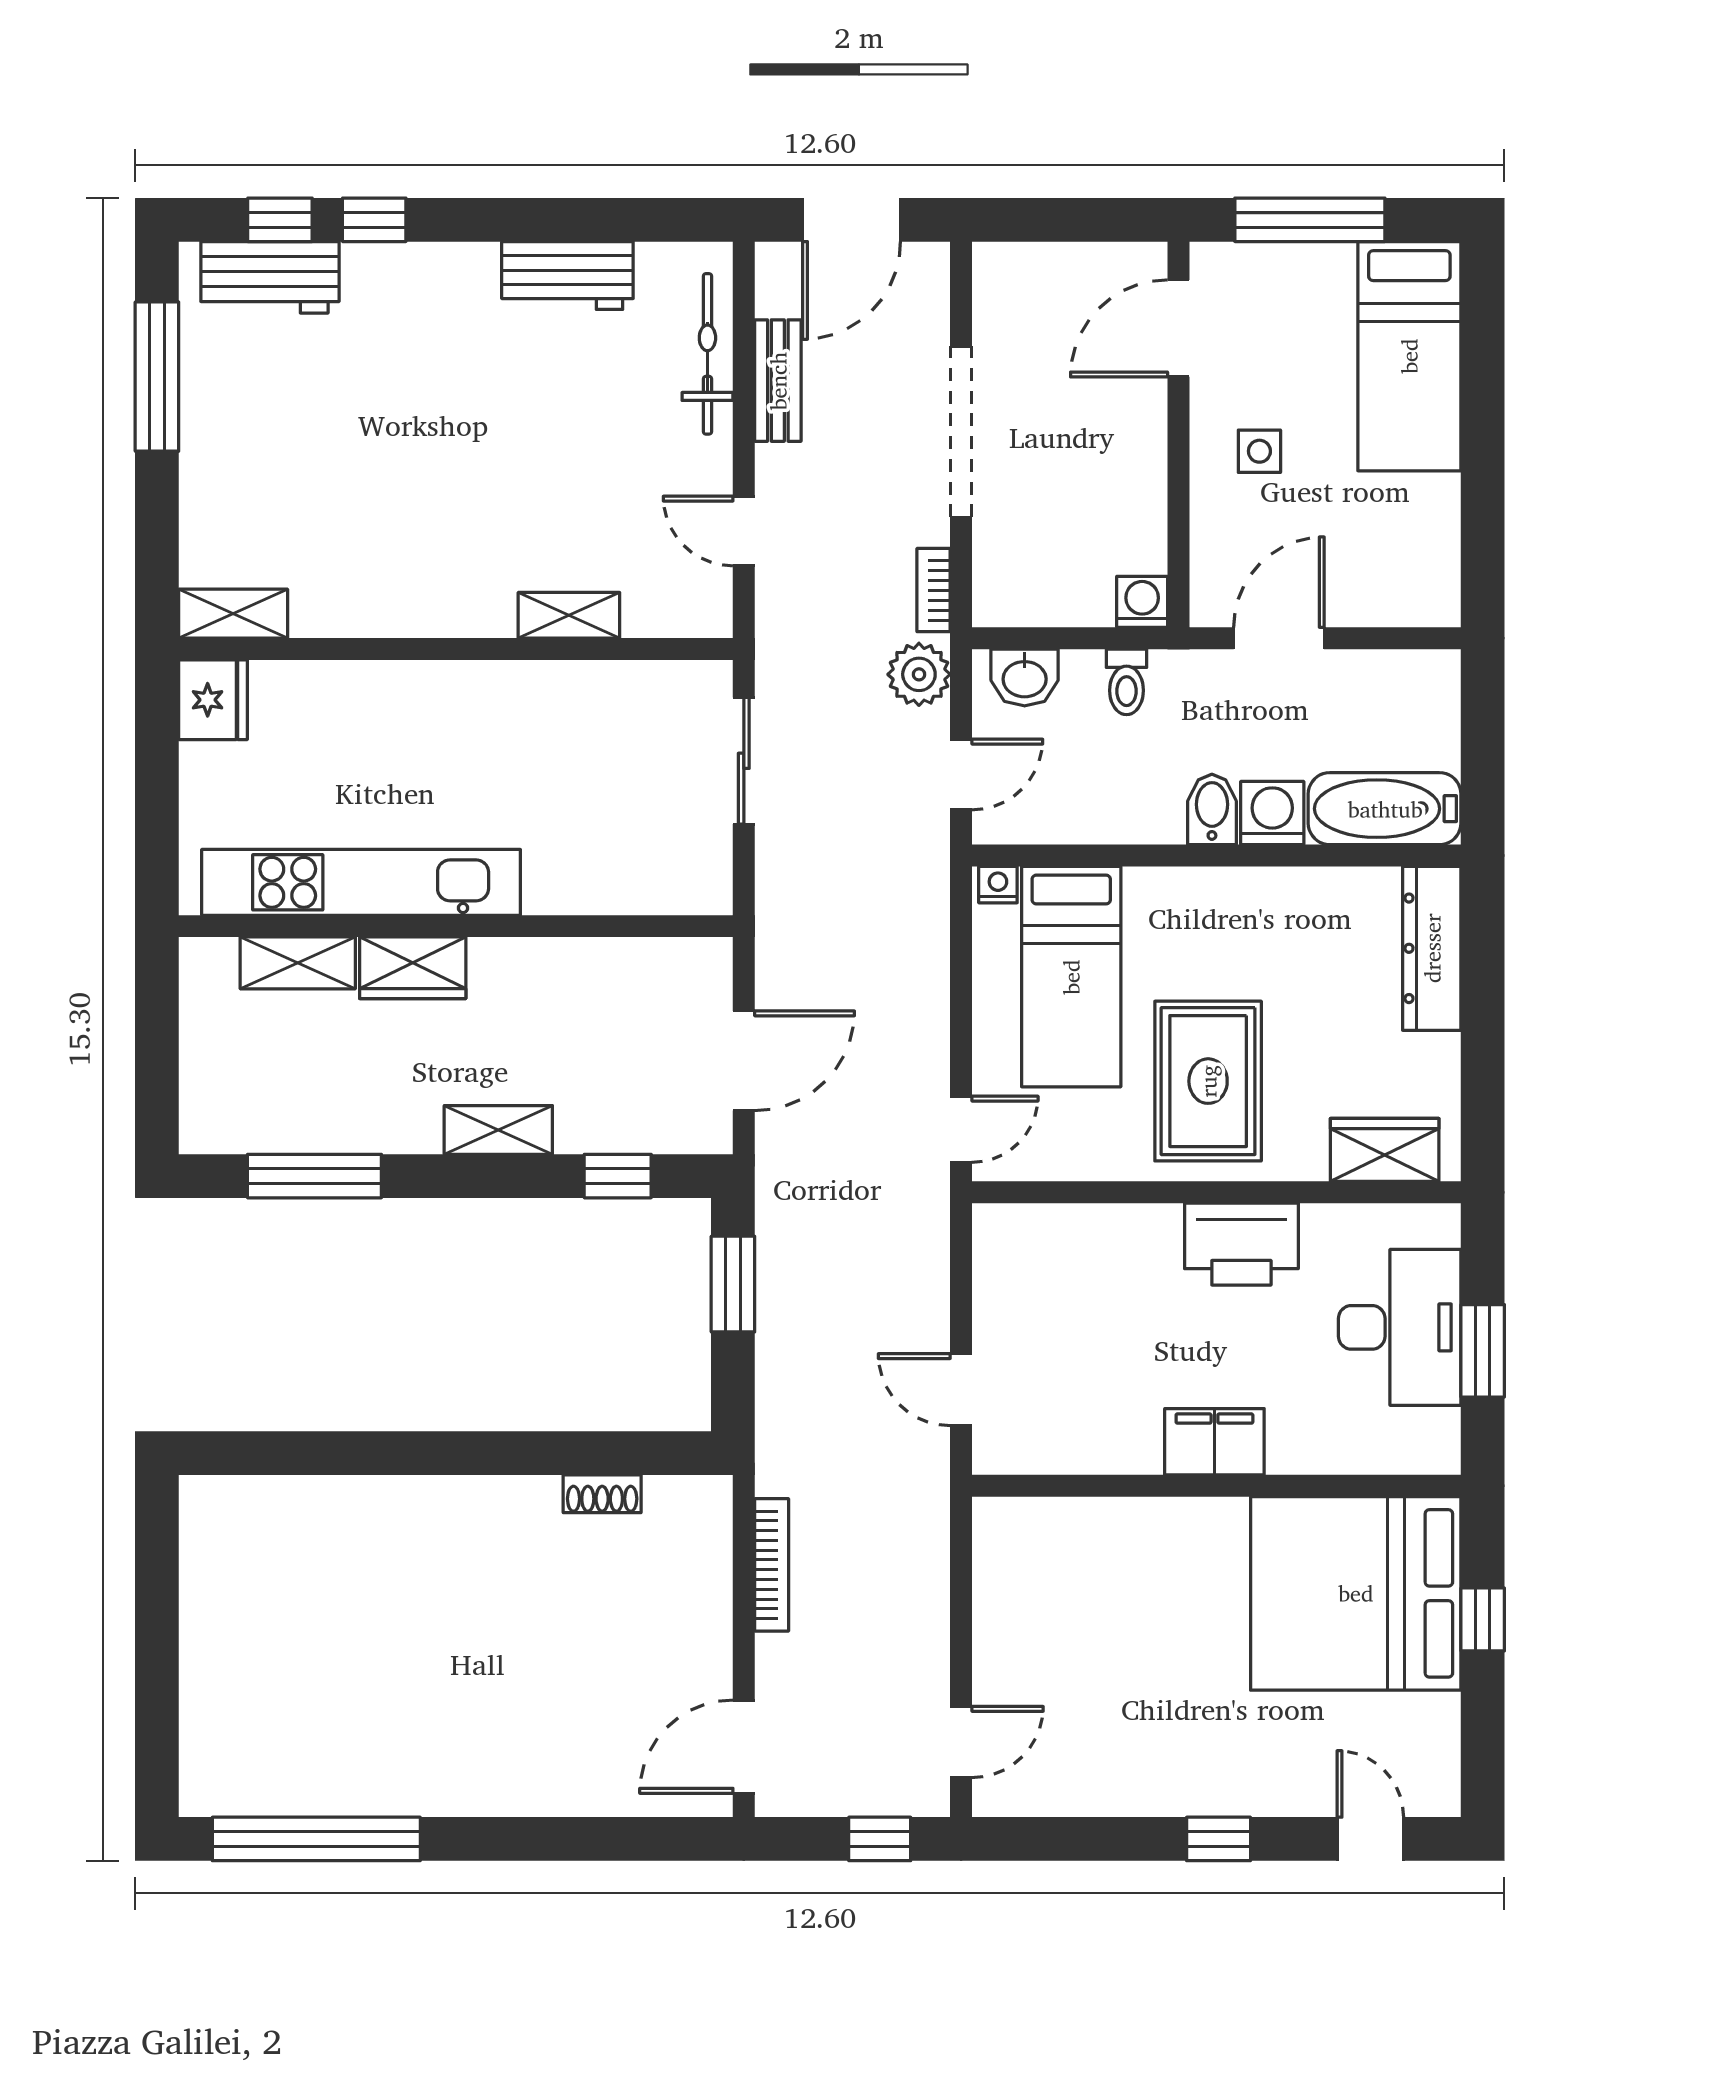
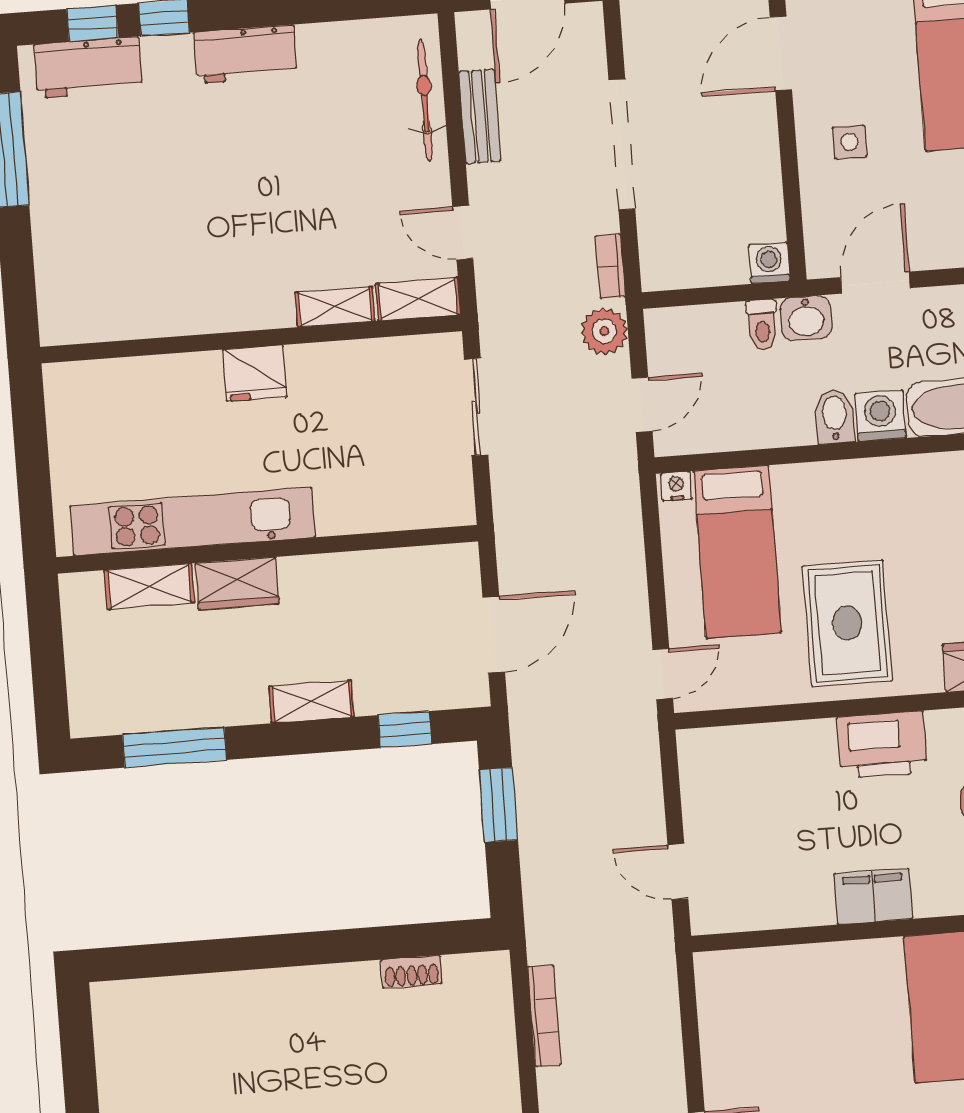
workbench: (567, 275) -> (245, 54), moved
shelving: (233, 614) -> (418, 299), moved
washbasin: (1025, 677) -> (806, 318), moved
fridge: (213, 700) -> (255, 373), moved, turned 90

